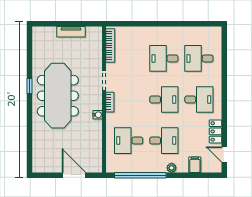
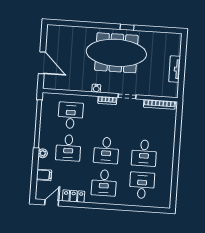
desk: (164, 58) -> (144, 153), turned 180
door: (74, 175) -> (42, 63), hinge flipped

